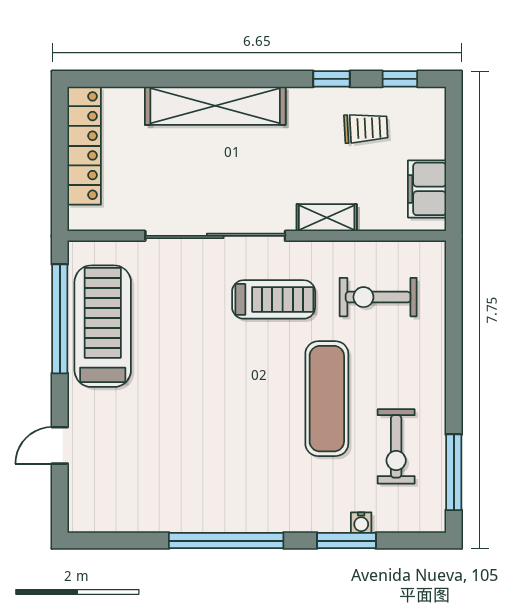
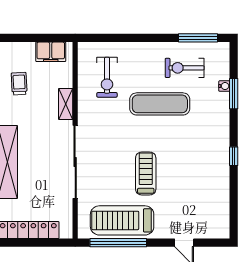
treadmill: (274, 299) -> (146, 173), moved
exercise bike: (396, 446) -> (185, 68), turned 180
window: (226, 541) -> (234, 156), width x0.32

